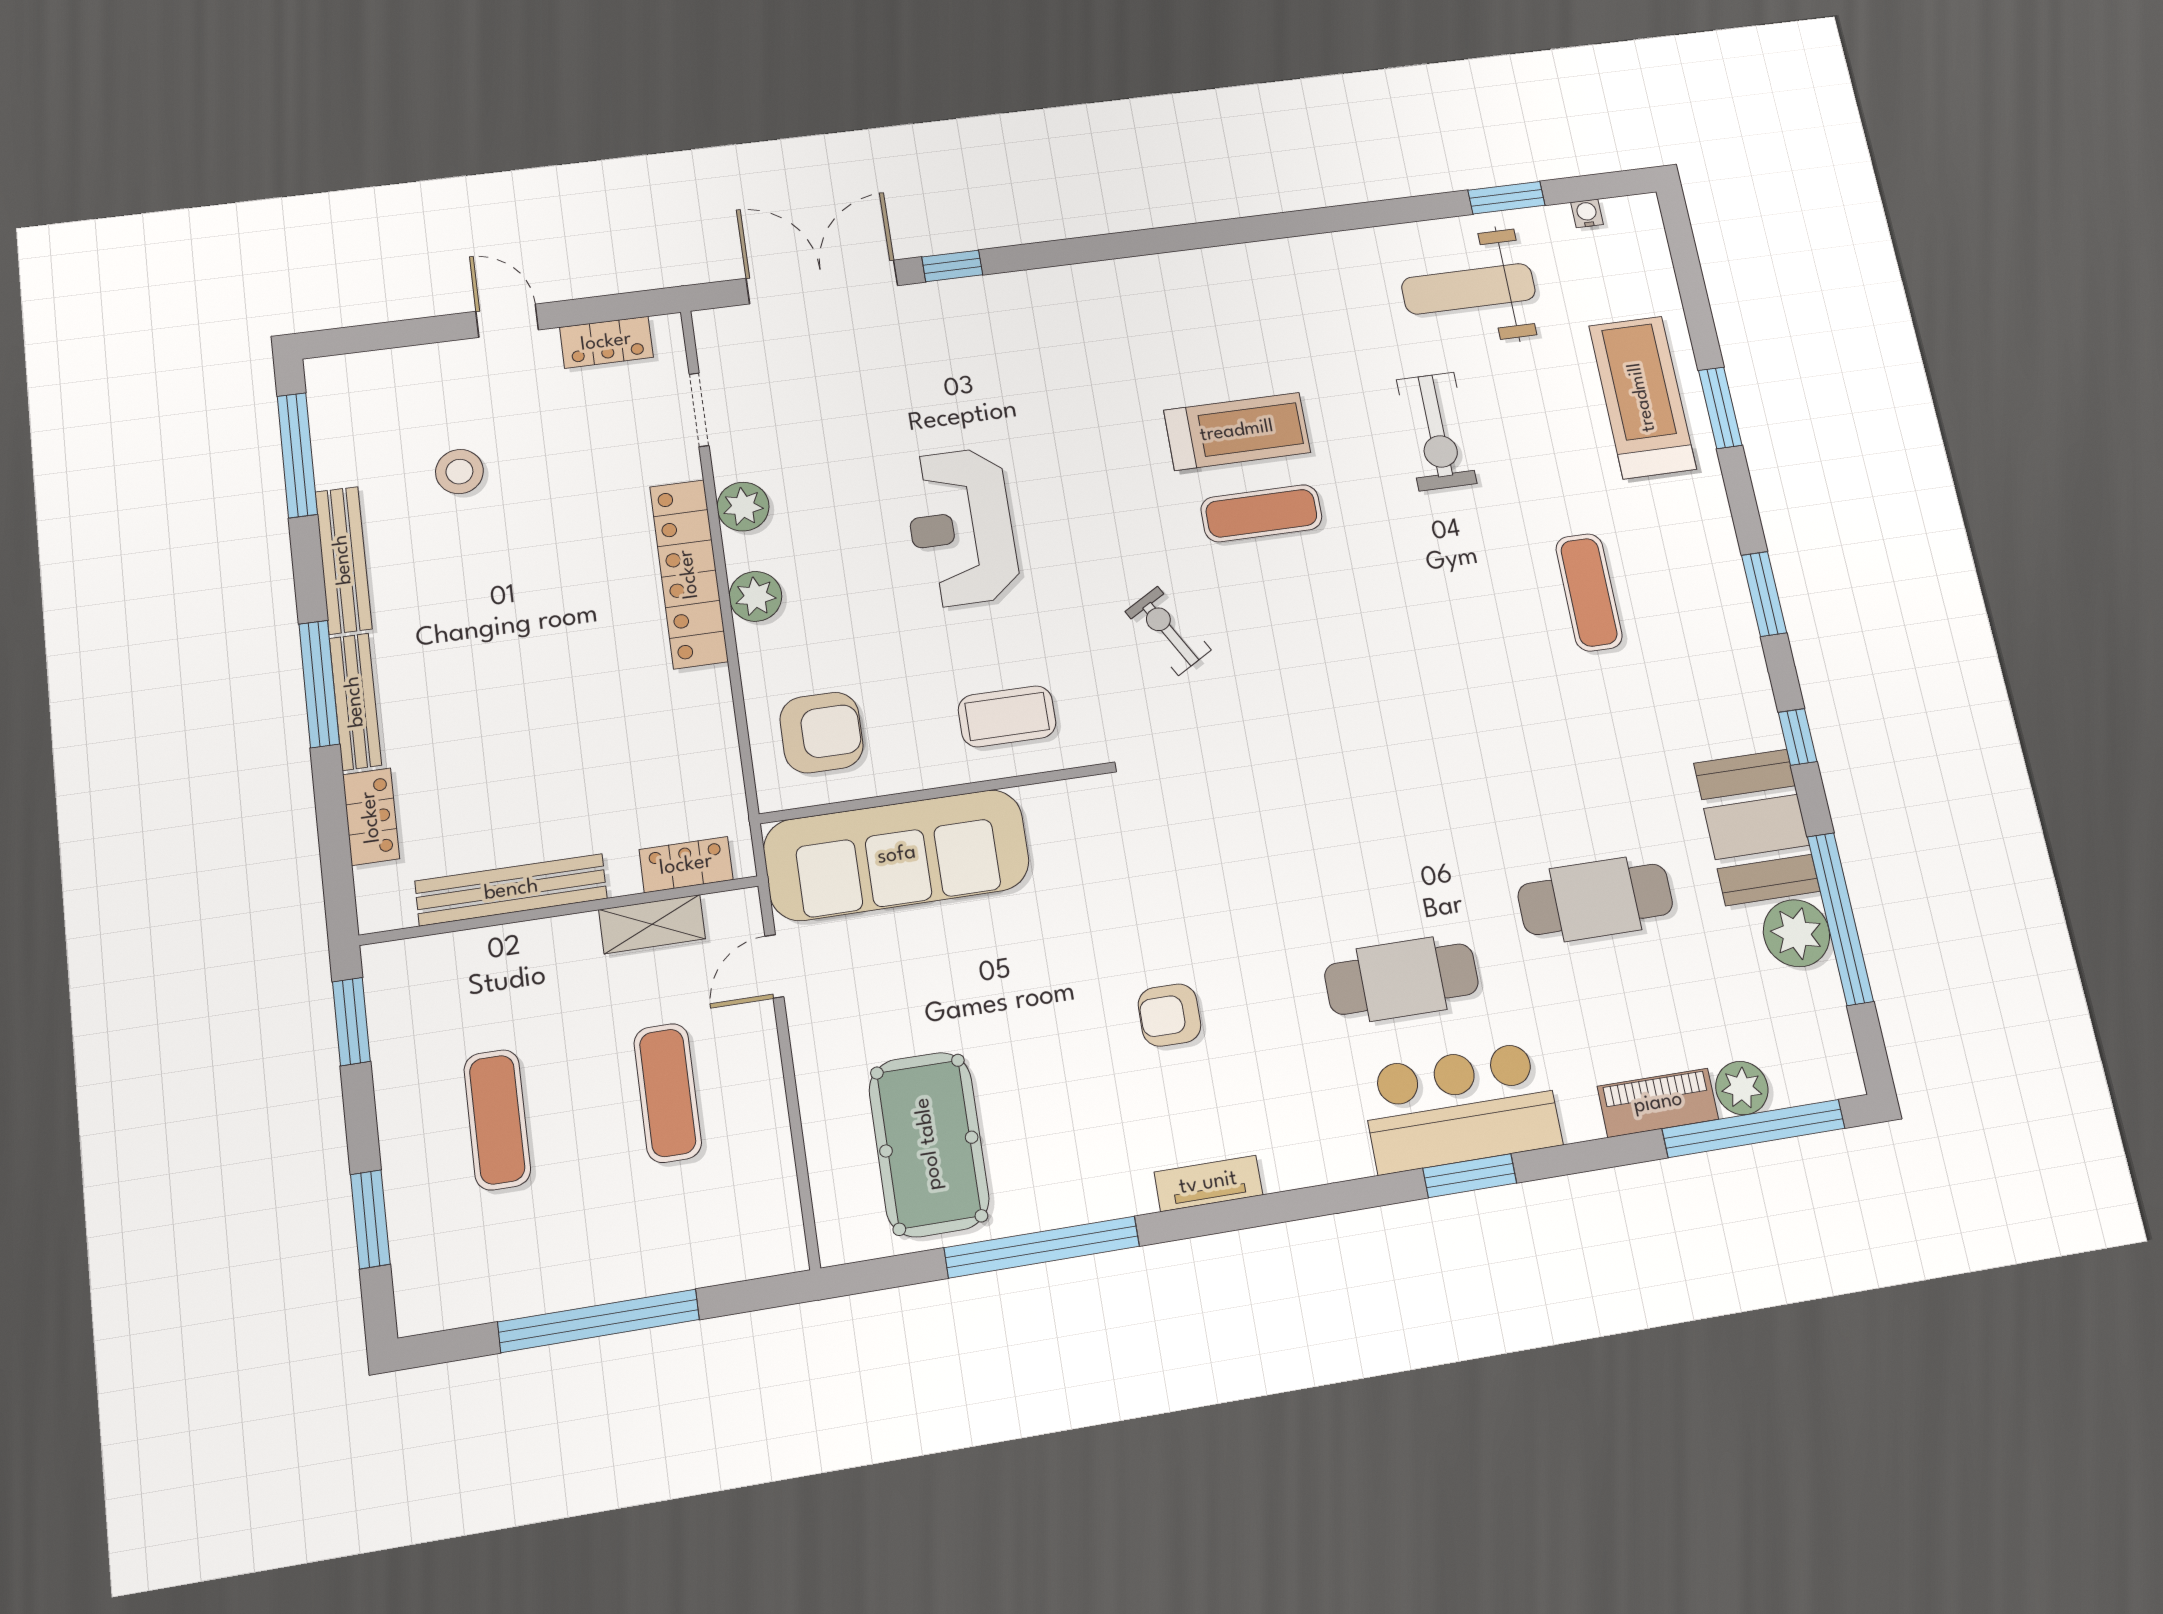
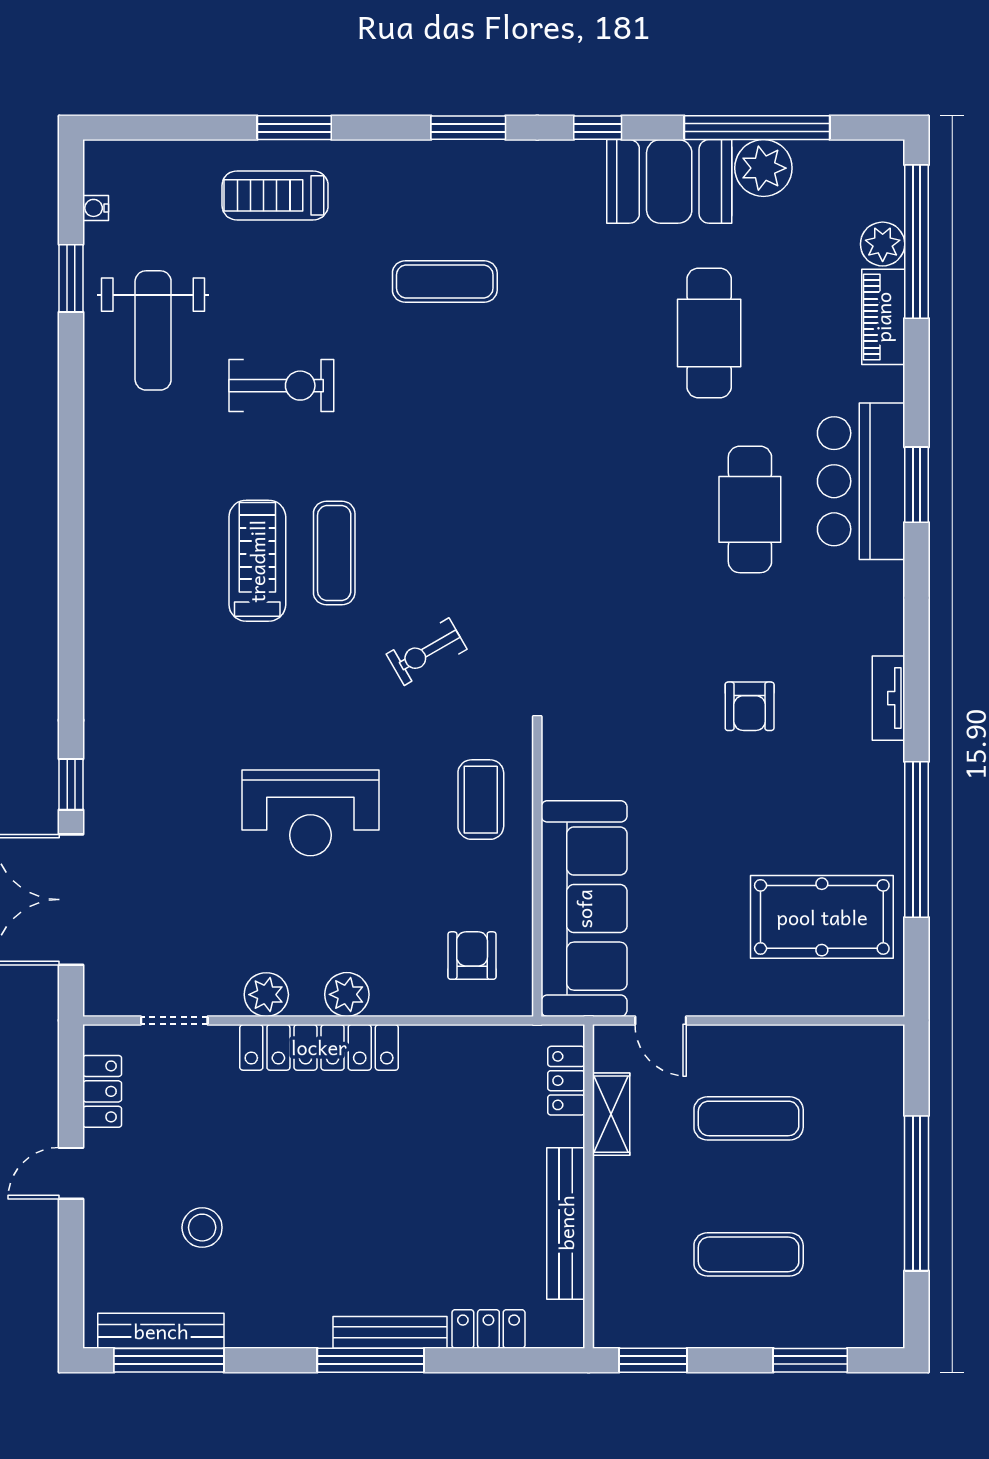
treadmill: (1642, 397) -> (275, 195), width x0.73, depth x0.73
bench: (343, 560) -> (161, 1331), moved
armchair: (822, 733) -> (472, 956), width x0.72, depth x0.72

